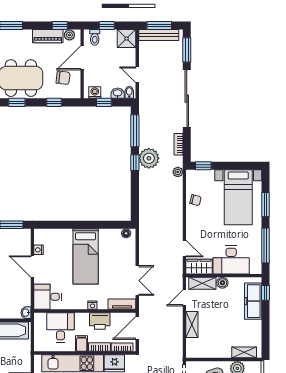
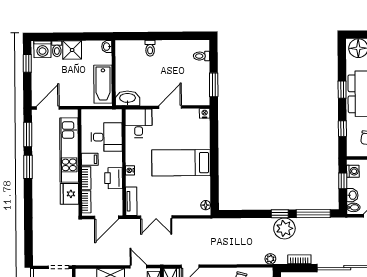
nightstand: (39, 250) -> (205, 113), moved
washbasin: (26, 313) -> (128, 98), width x1.91, depth x1.45
door: (137, 328) -> (106, 217), swing flipped

